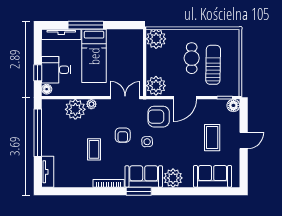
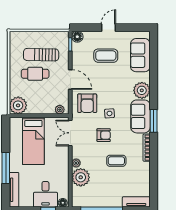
bed: (94, 56) -> (33, 141), moved, turned 90
plant: (156, 86) -> (60, 110), width x0.53, depth x0.53
door: (244, 141) -> (108, 28), hinge flipped

